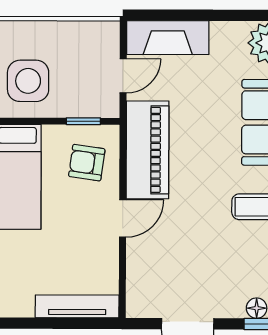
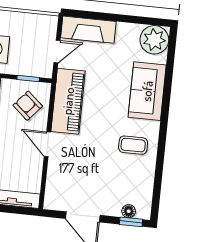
armchair: (87, 163) -> (28, 106), turned 33
door: (123, 218) -> (47, 144), swing flipped

